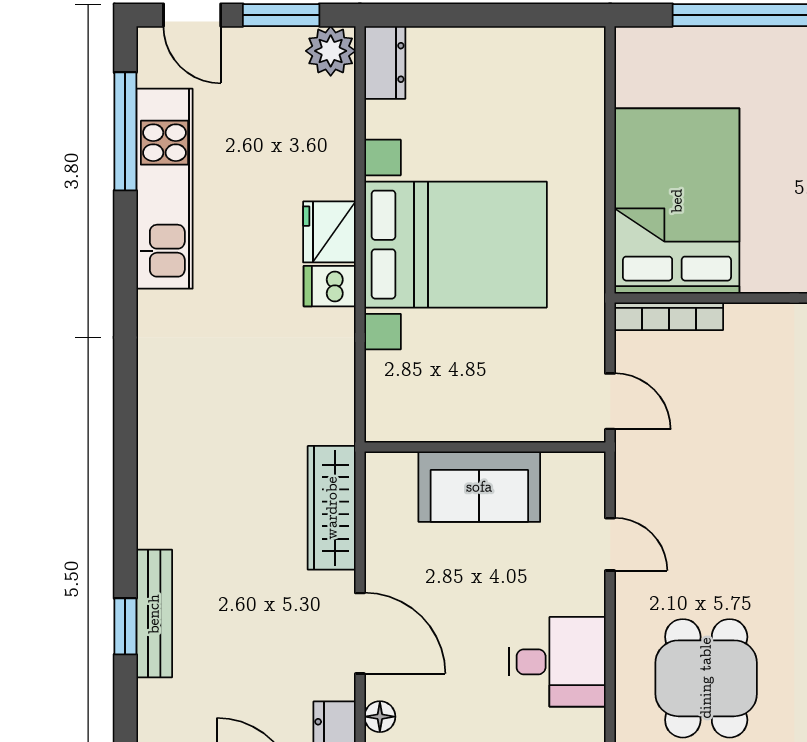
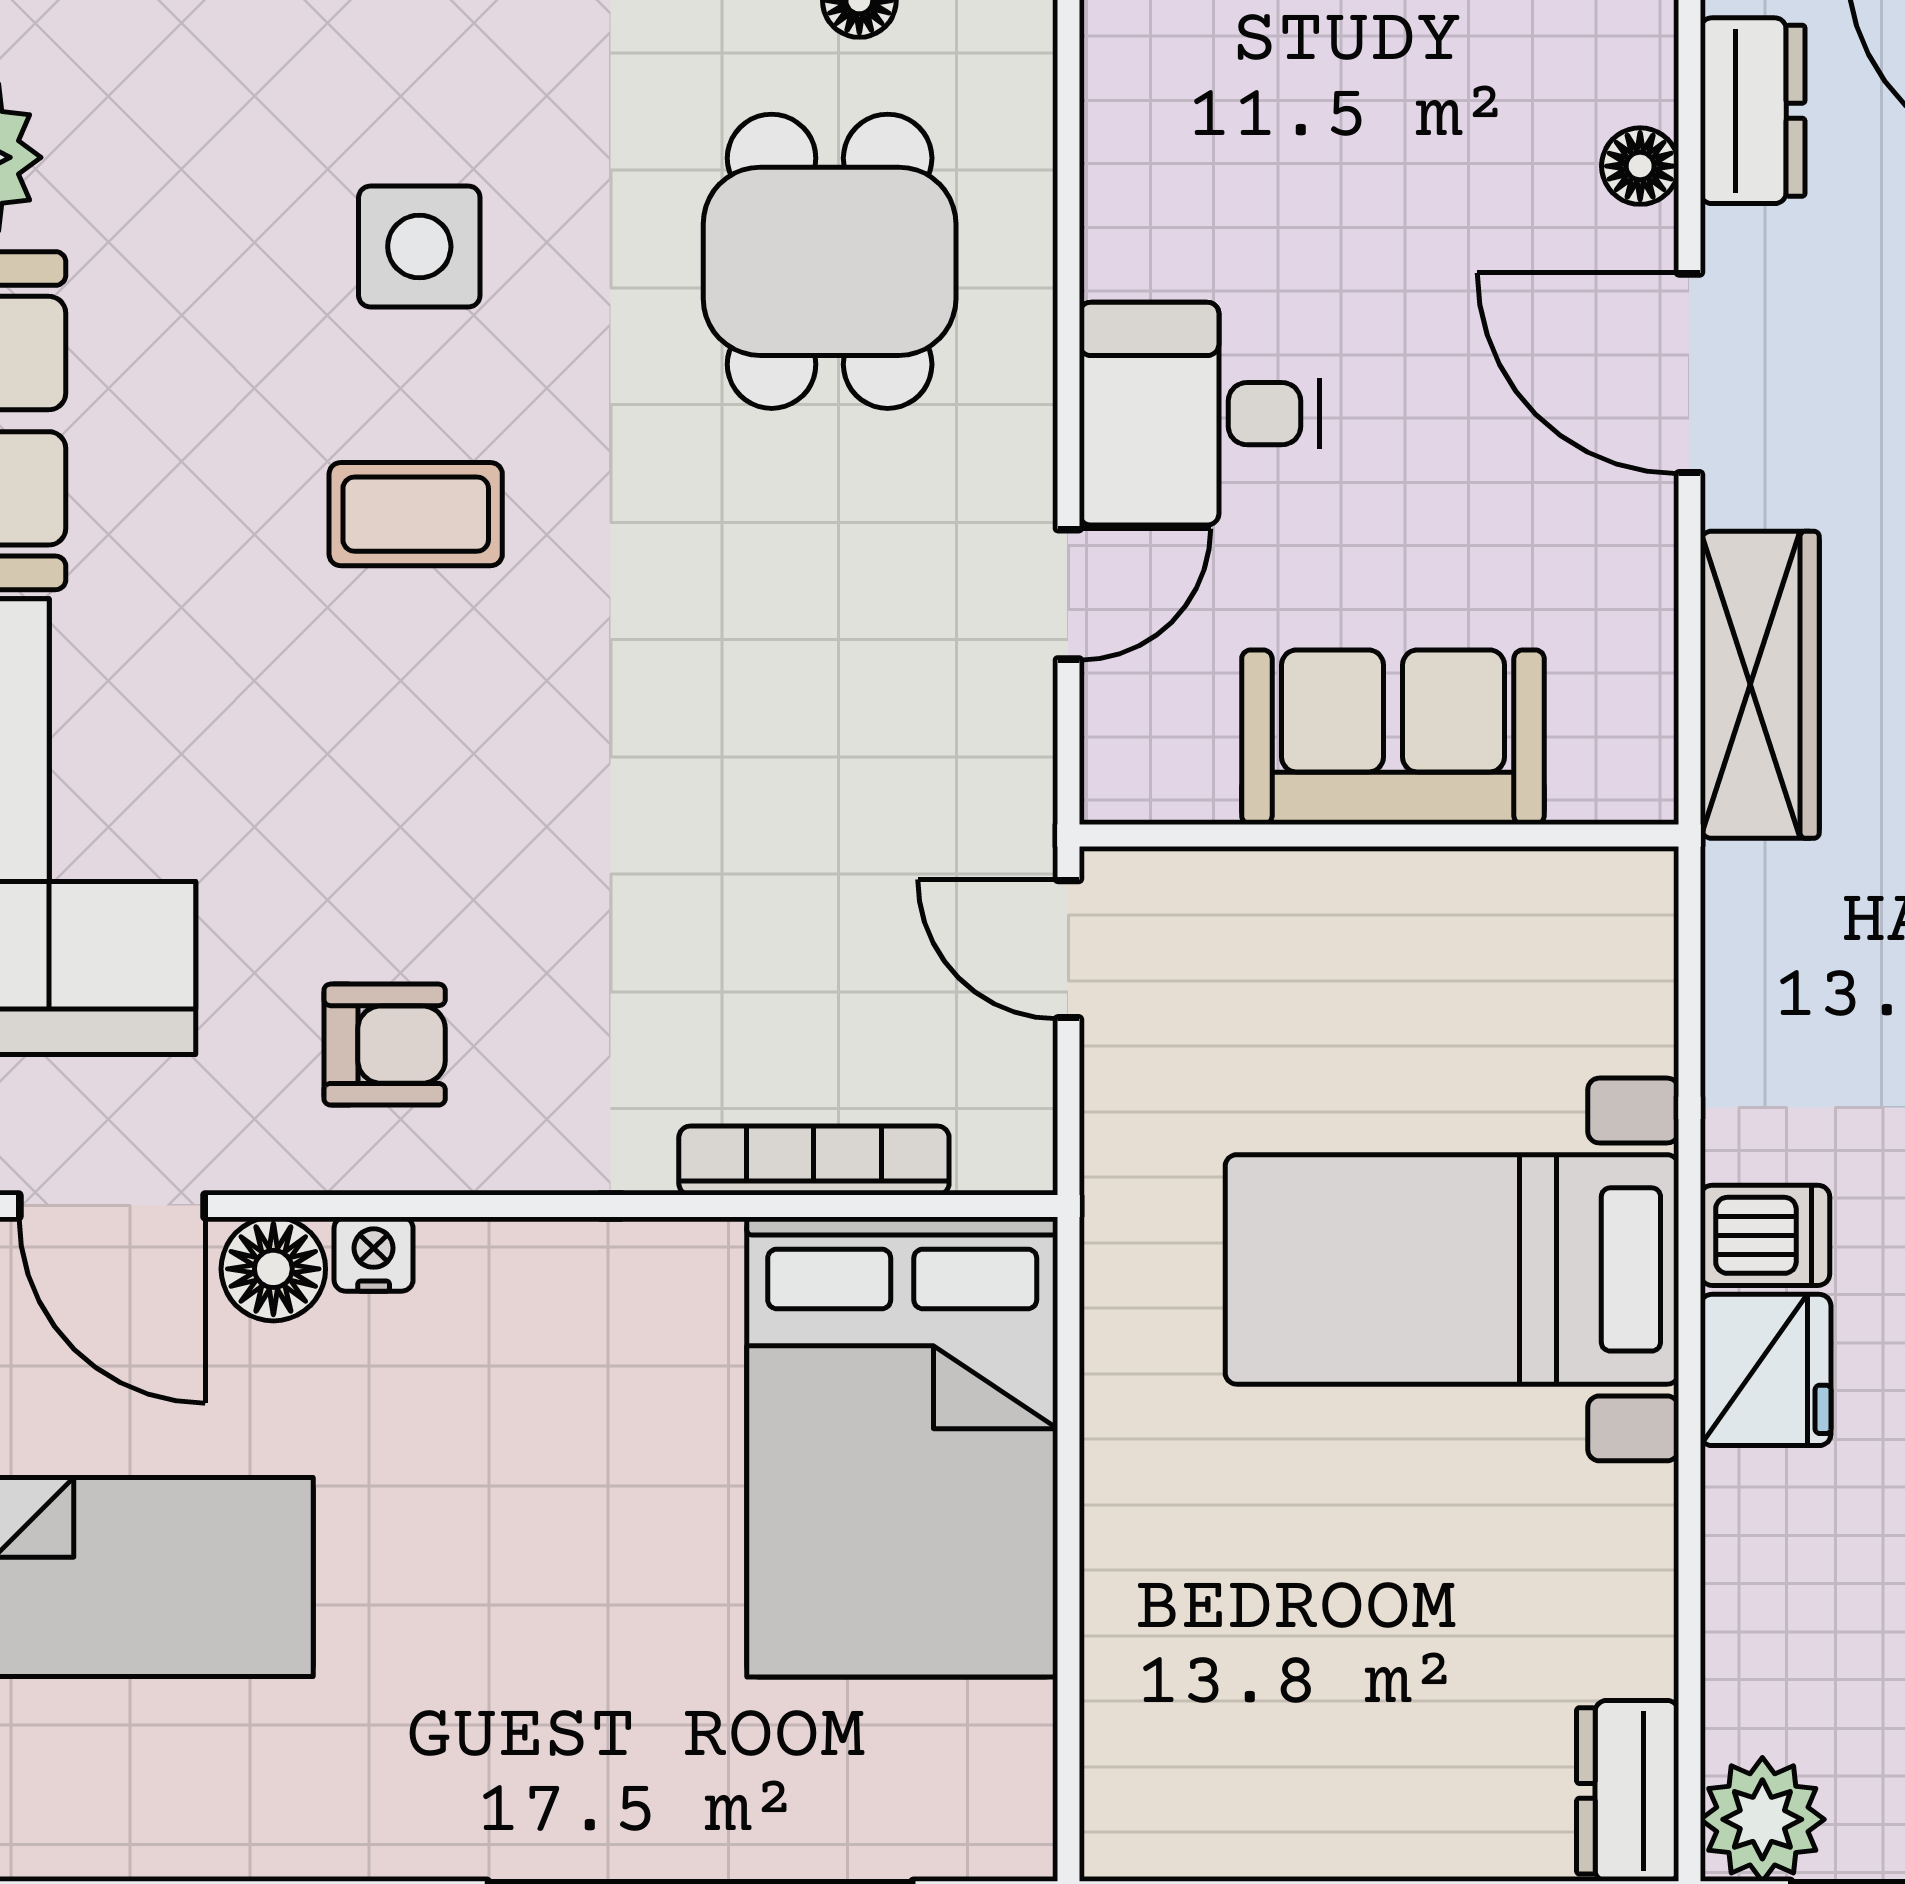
bed with nightstands: (456, 245) -> (1452, 1269), width x0.73
bookcase: (669, 316) -> (814, 1160), moved
door: (610, 544) -> (1068, 594), swing flipped
desk: (557, 662) -> (1200, 414), moved

